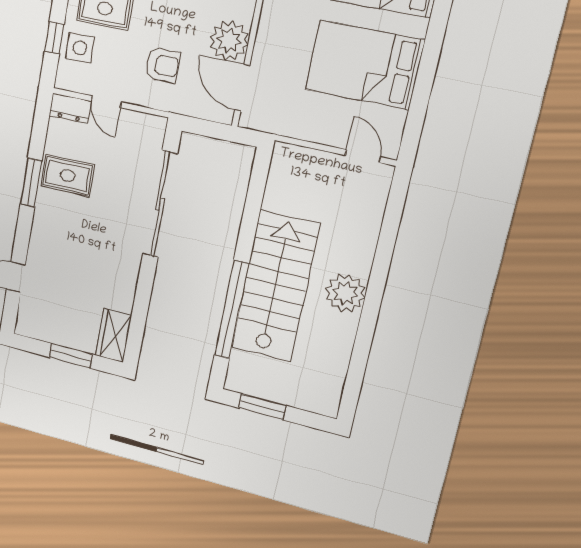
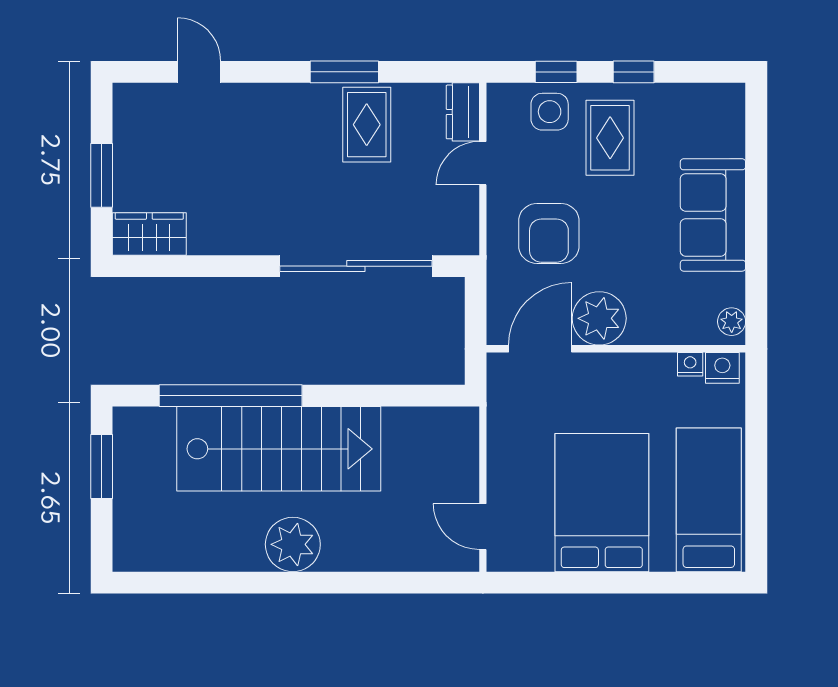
armchair: (163, 65) -> (549, 233), width x1.38, depth x1.38
door: (363, 156) -> (483, 527), swing flipped

